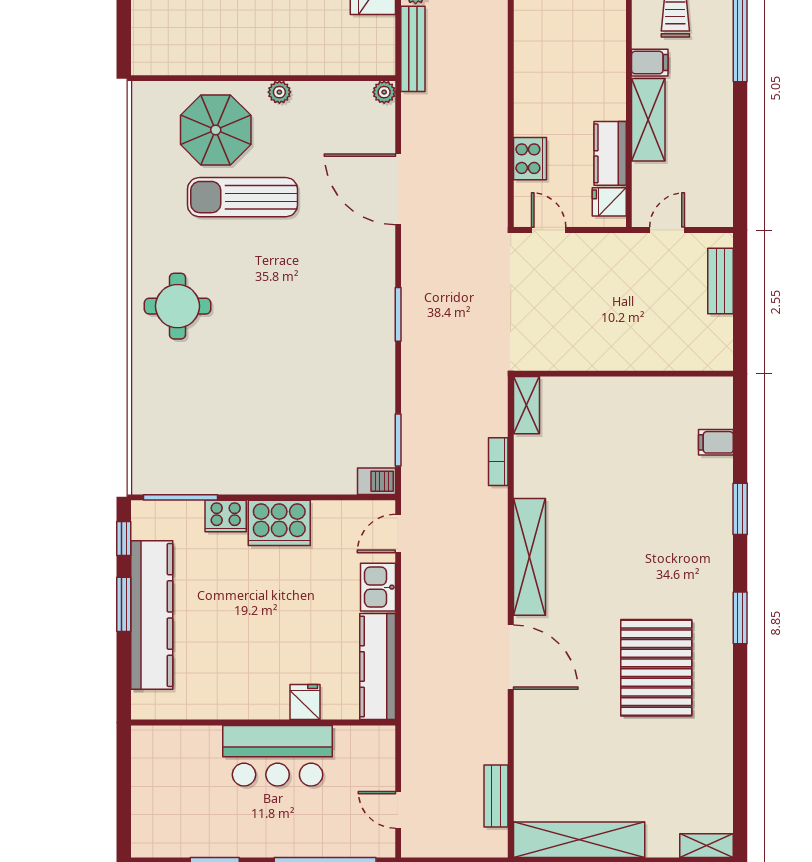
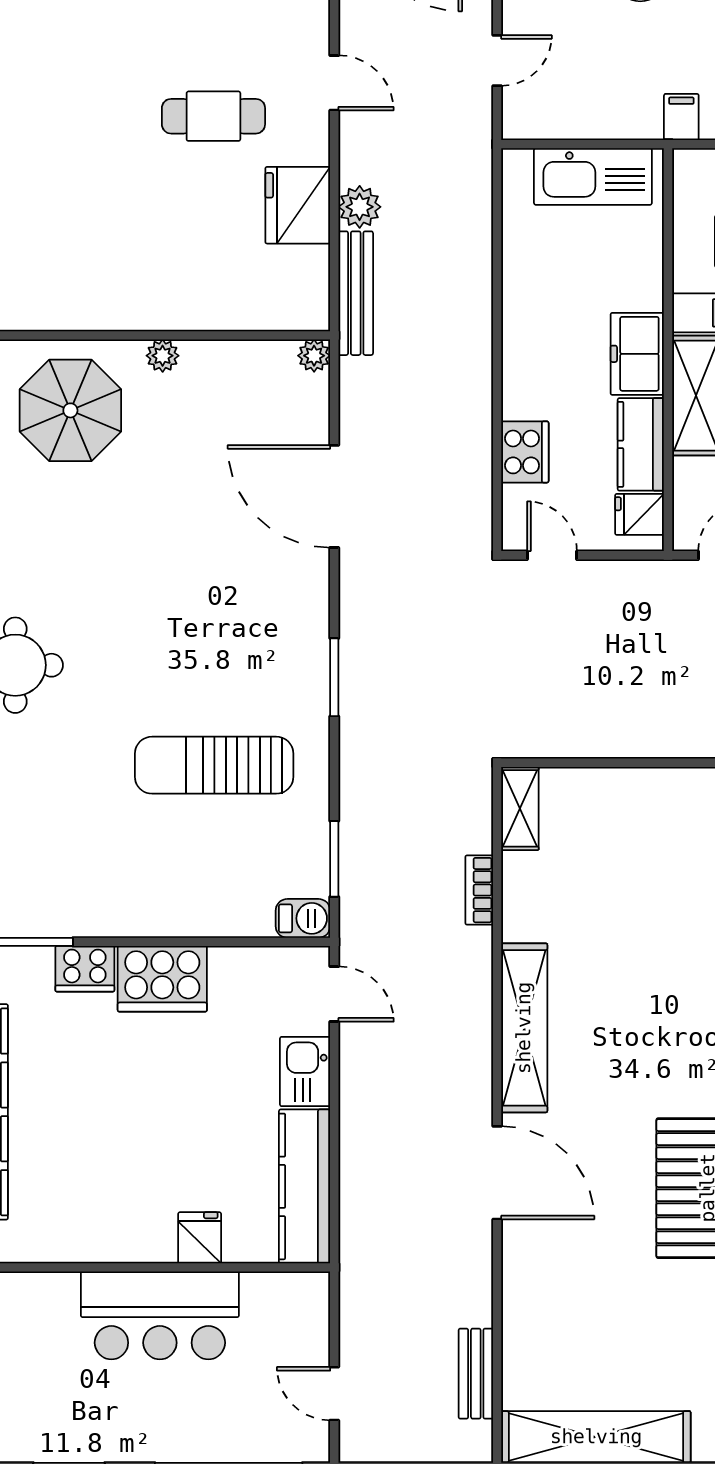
freezer: (608, 91) -> (637, 354), added
sun lounger: (242, 197) -> (214, 765), moved
door: (398, 533) -> (334, 994), swing flipped

